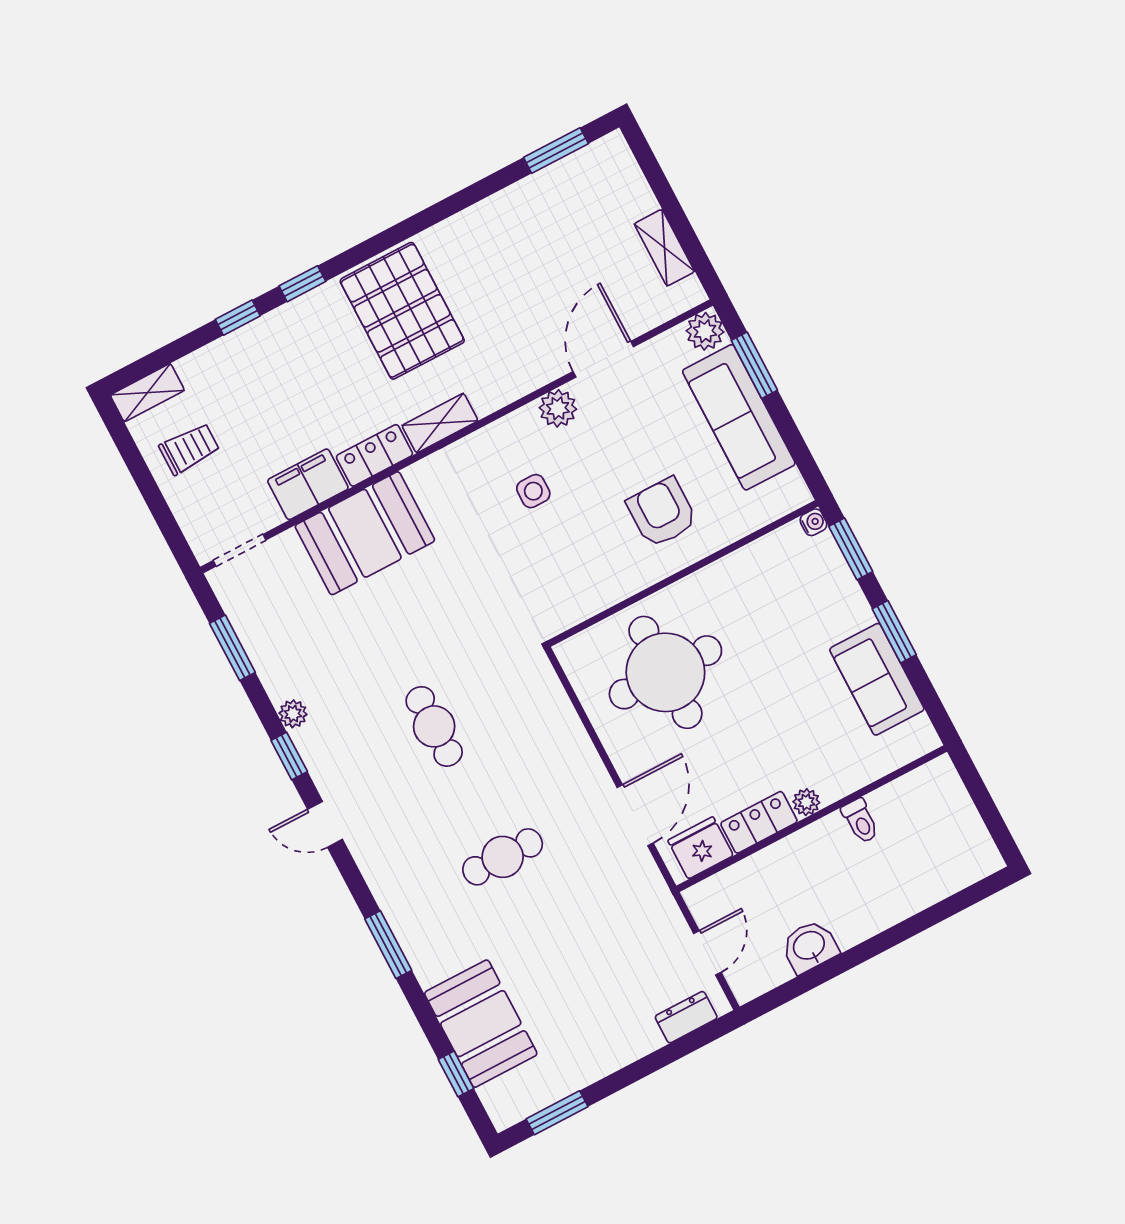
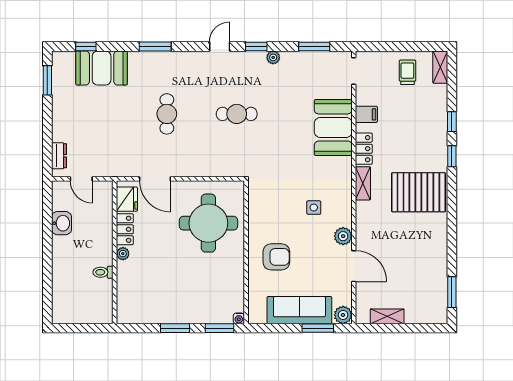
trolley: (189, 449) -> (407, 72), turned 180
filing cabinet: (308, 484) -> (366, 114), width x0.50
sofa: (877, 679) -> (159, 310), removed

